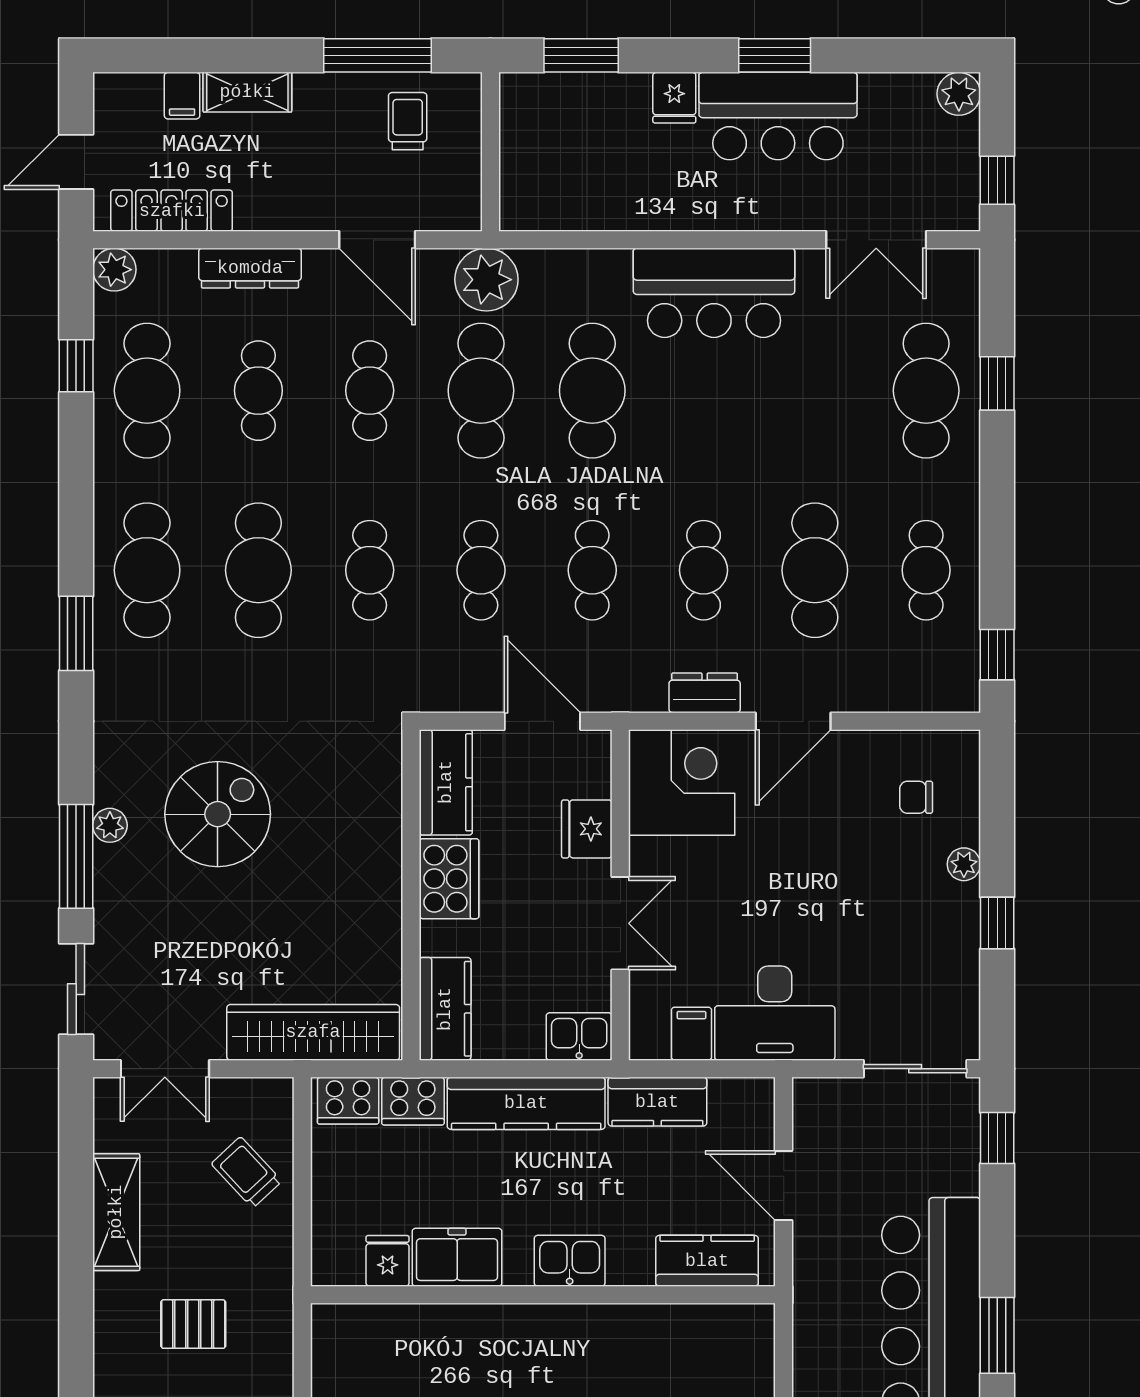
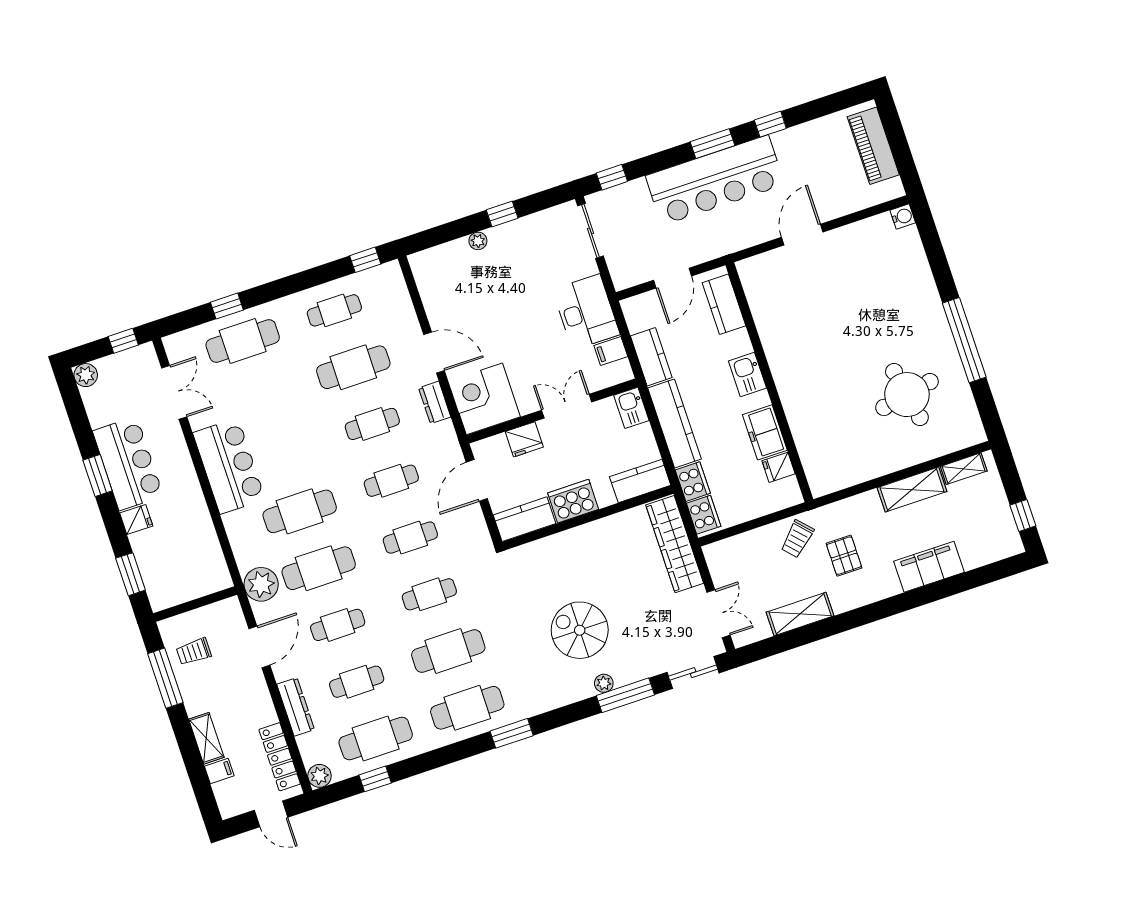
chair: (916, 797) -> (452, 277), removed
trolley: (247, 1172) -> (797, 539), moved

